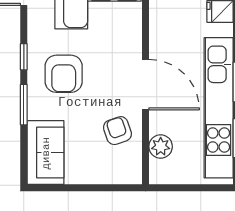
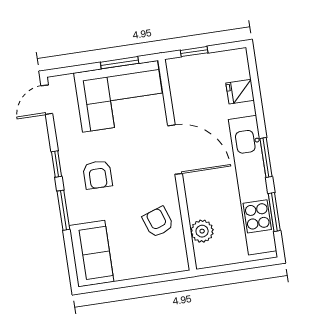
armchair: (64, 74) -> (98, 175), width x0.72, depth x0.72
door: (146, 85) -> (175, 150), moved

